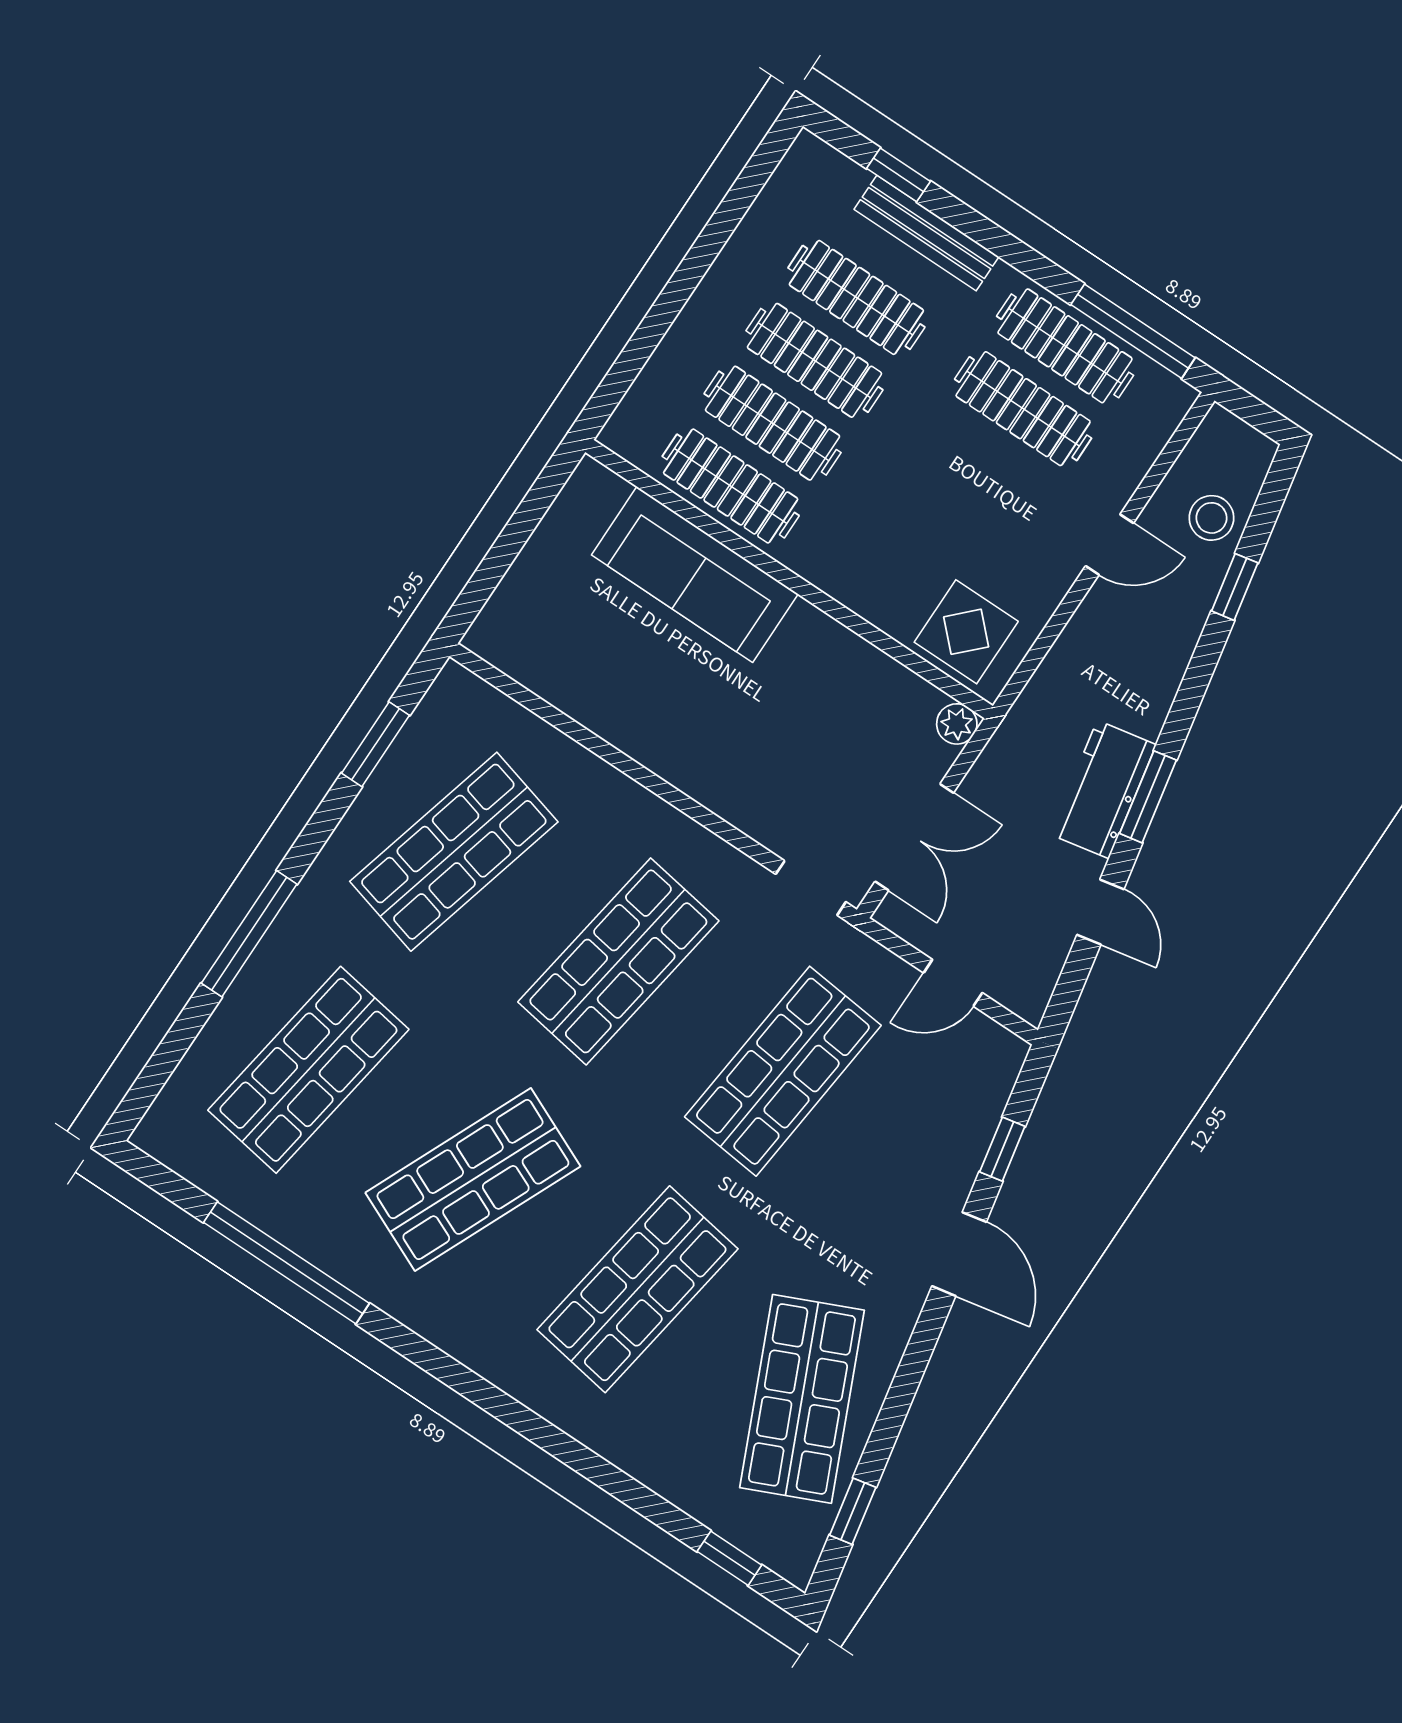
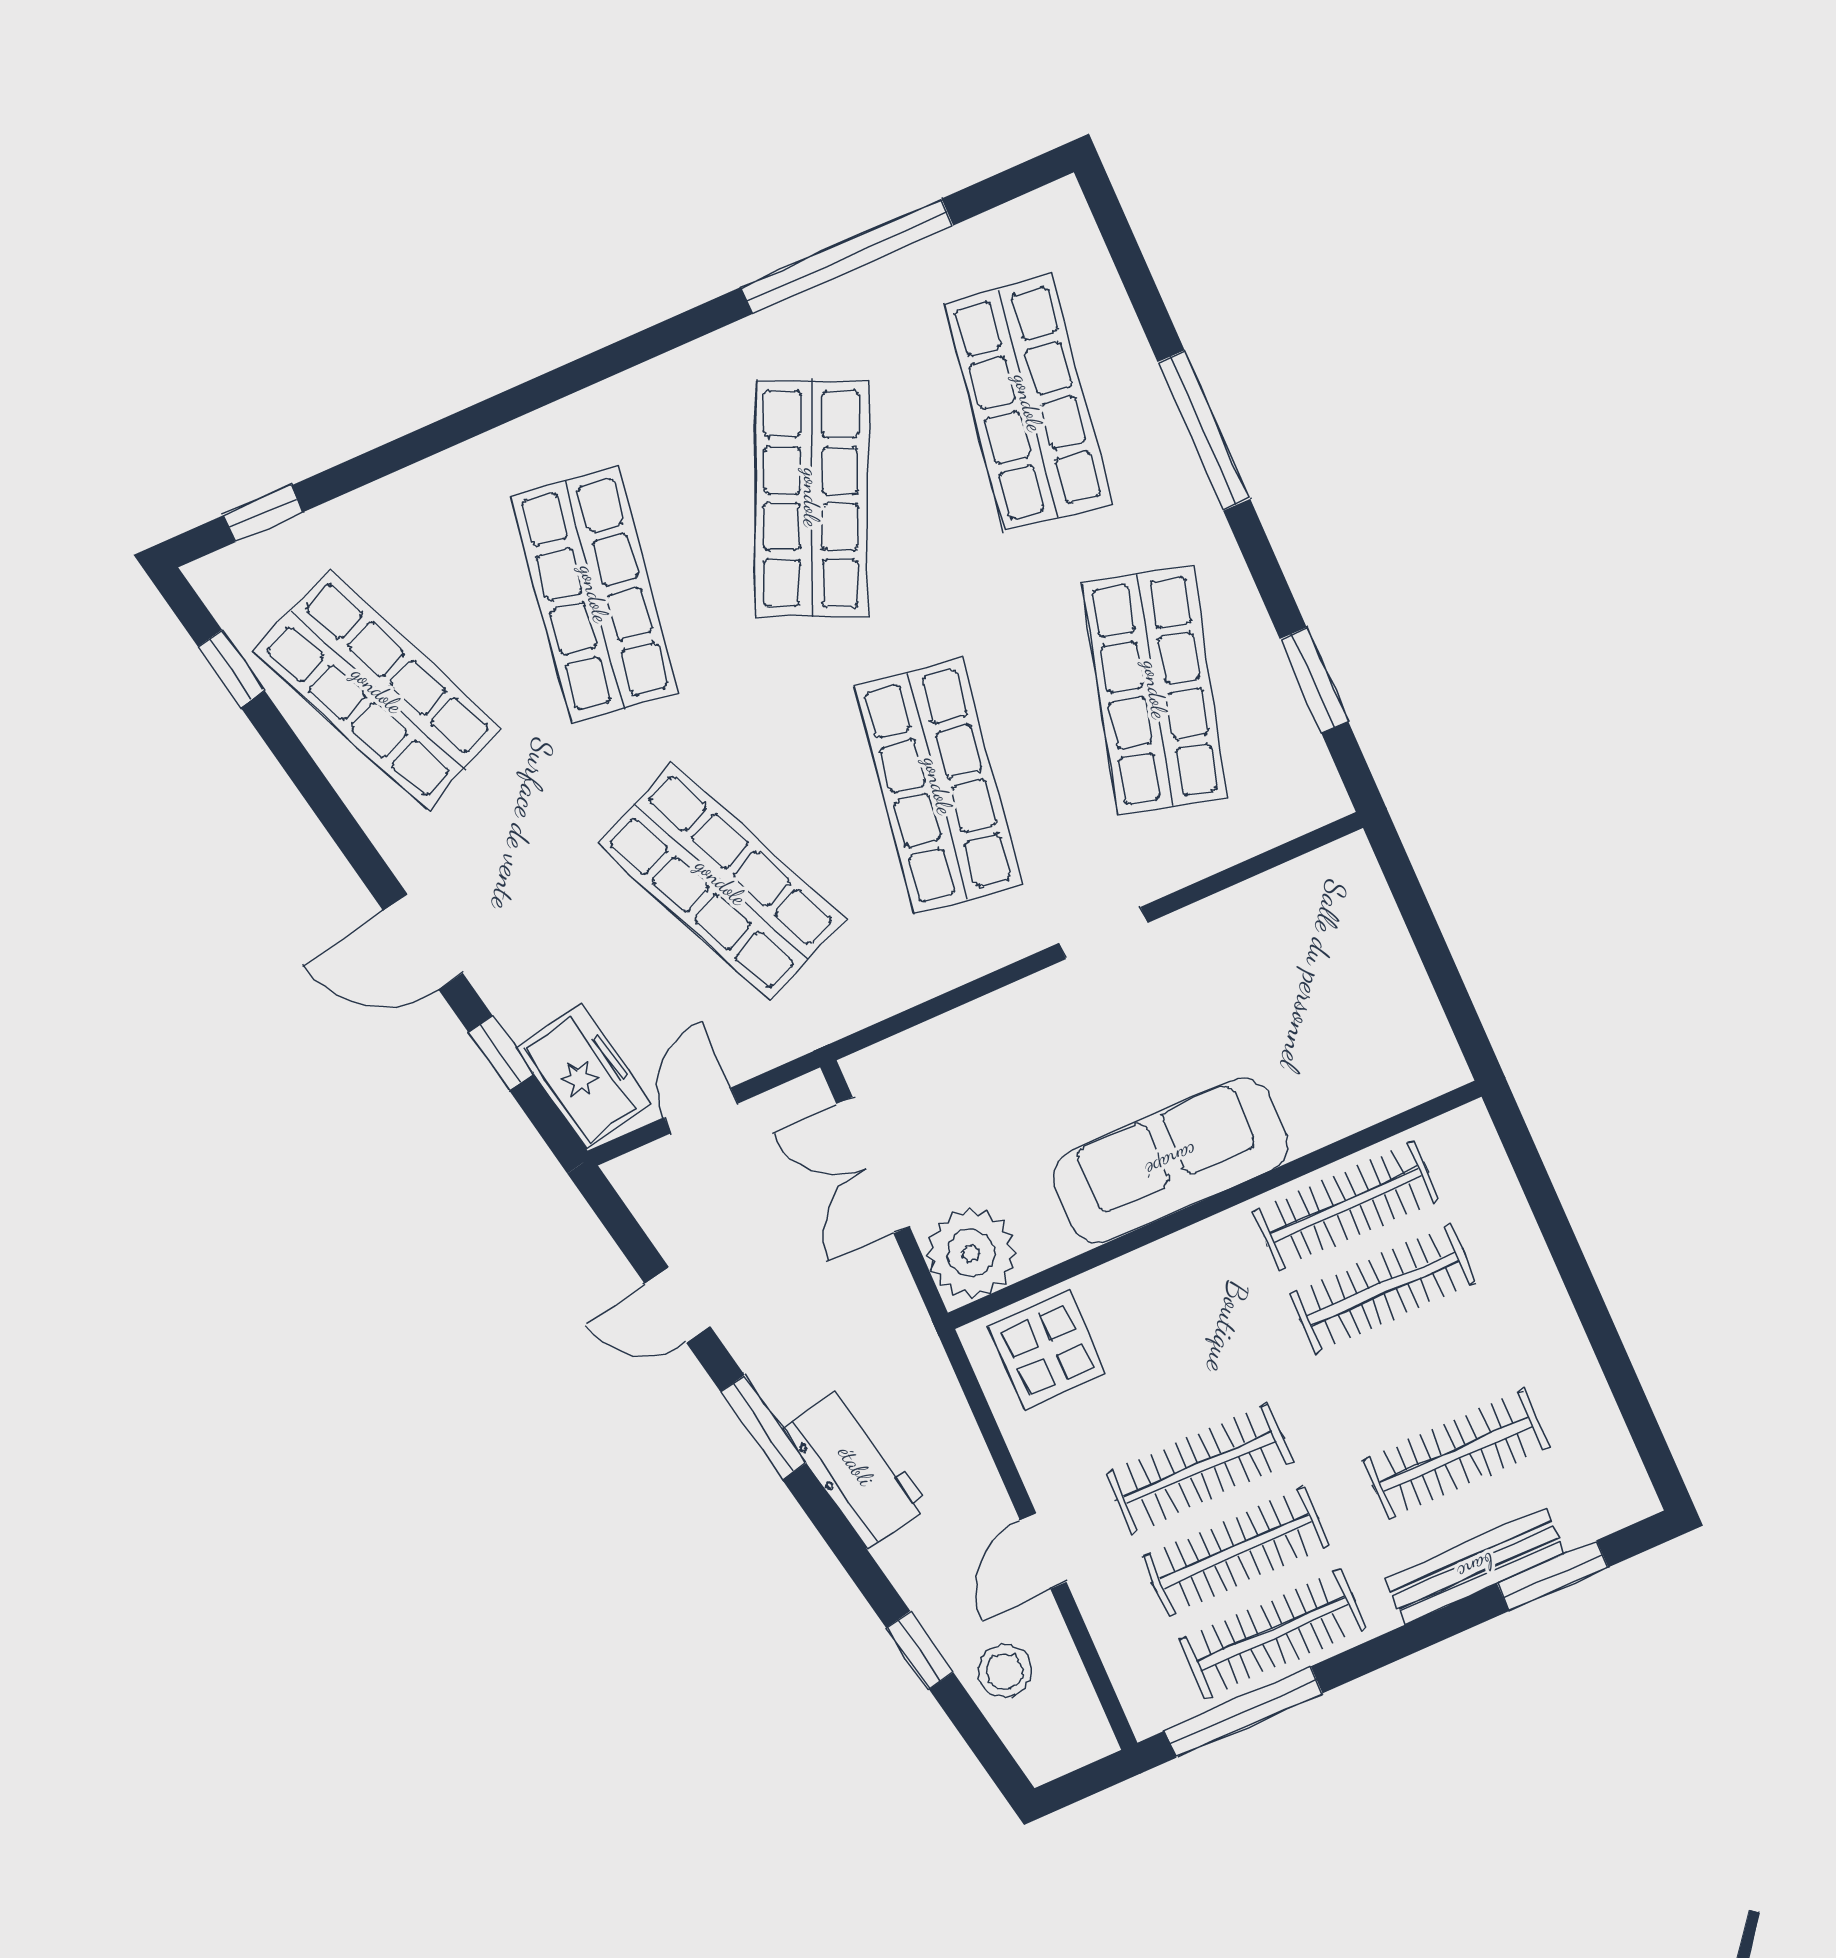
window: (899, 175) -> (1553, 1576), width x1.50
clothes rail: (814, 360) -> (1200, 1468), moved
sofa: (695, 574) -> (1171, 1161), moved
plant: (957, 724) -> (971, 1253), width x1.87, depth x1.87
workbench: (1103, 790) -> (856, 1466), moved
doorway: (811, 888) -> (1103, 933), moved
shop shelf: (783, 1071) -> (721, 882), turned -30
freezer: (981, 1081) -> (584, 1076), added

